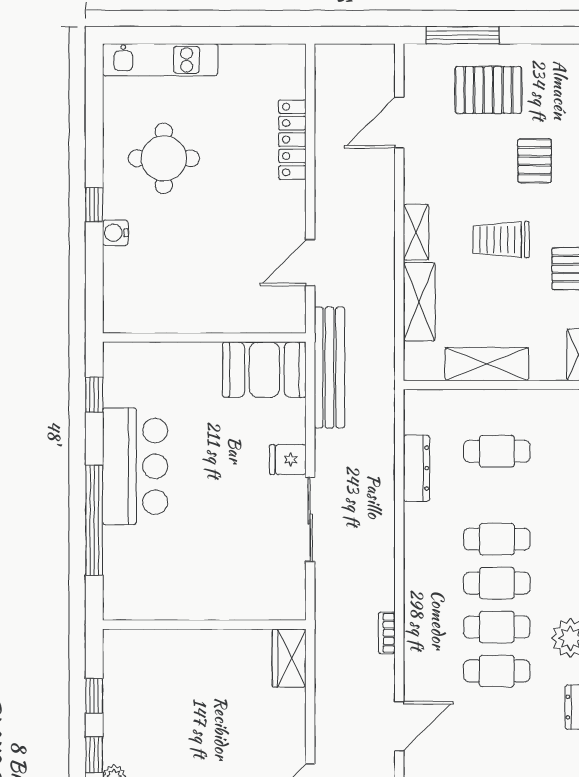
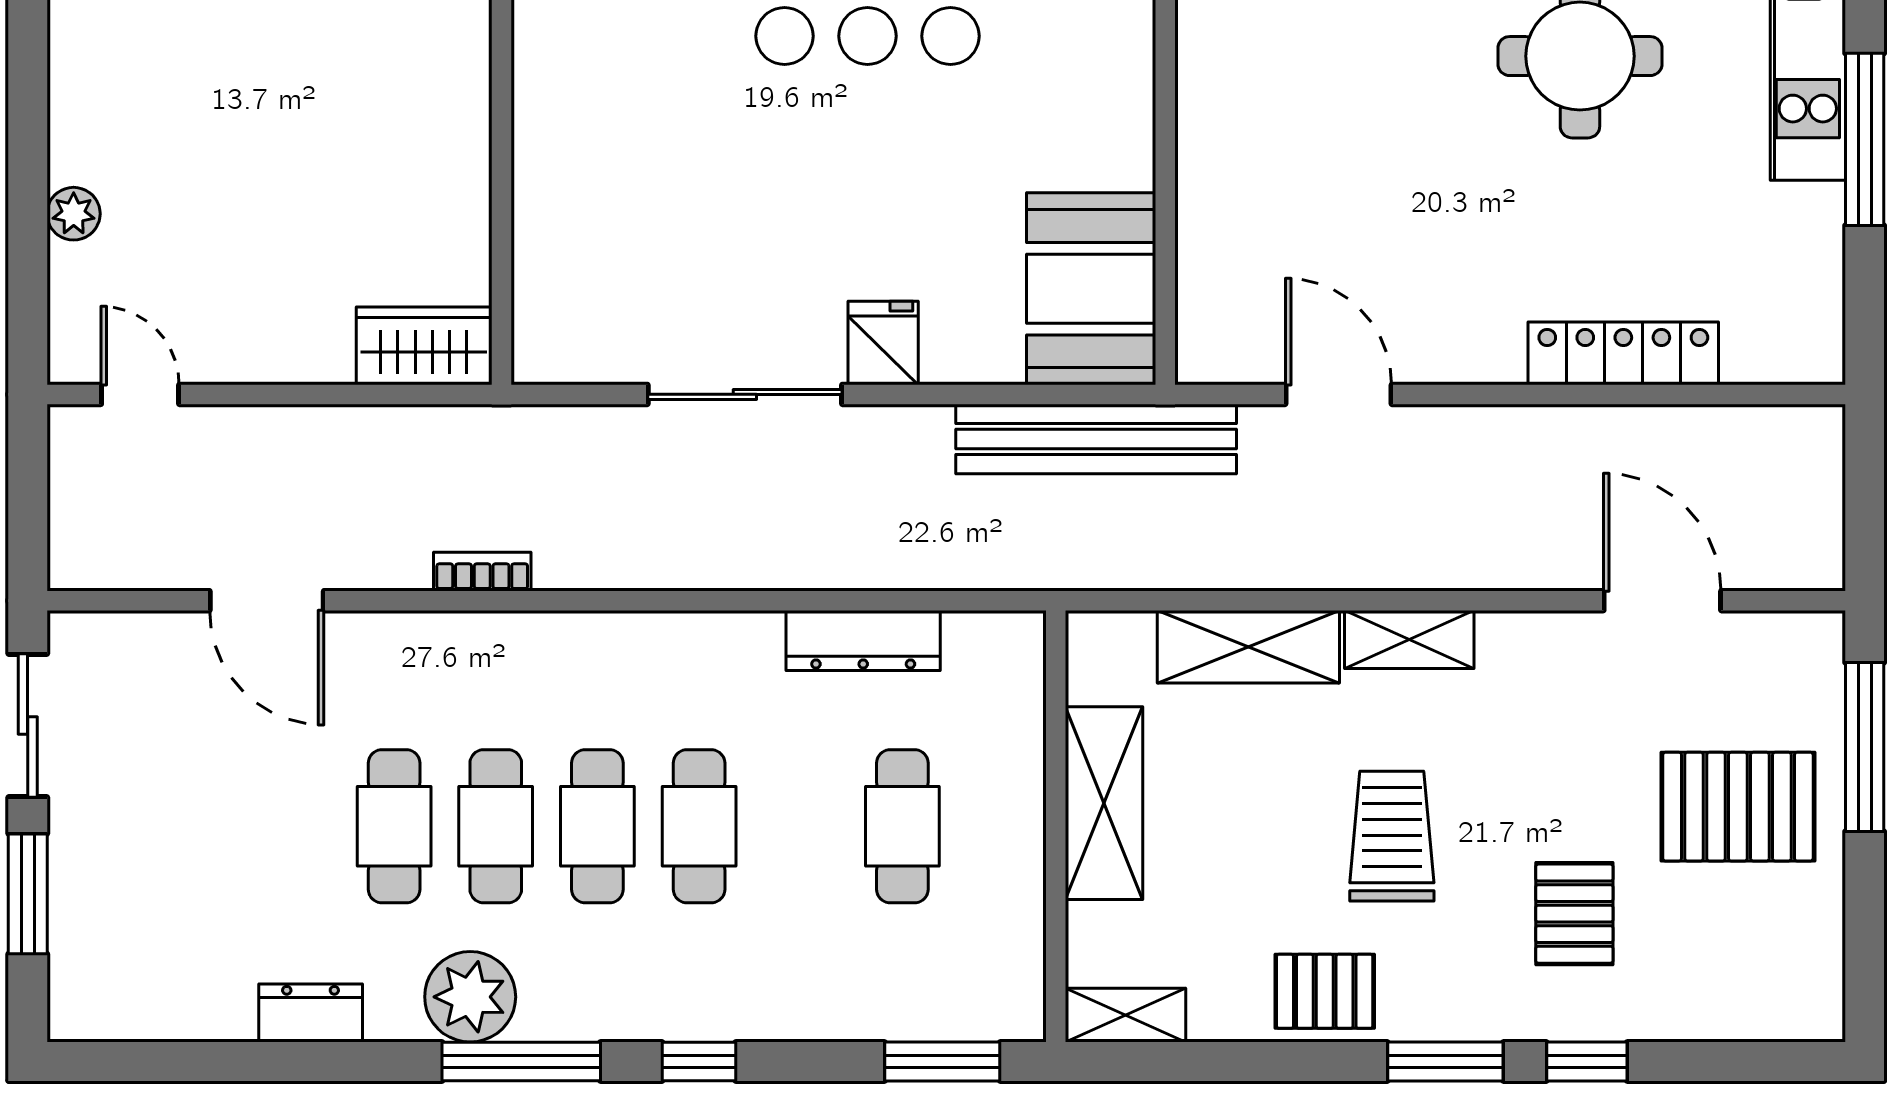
window: (200, 35) -> (1865, 139), added
pallet: (488, 90) -> (1738, 807), turned 90
pallet: (535, 161) -> (1574, 914), turned 90

